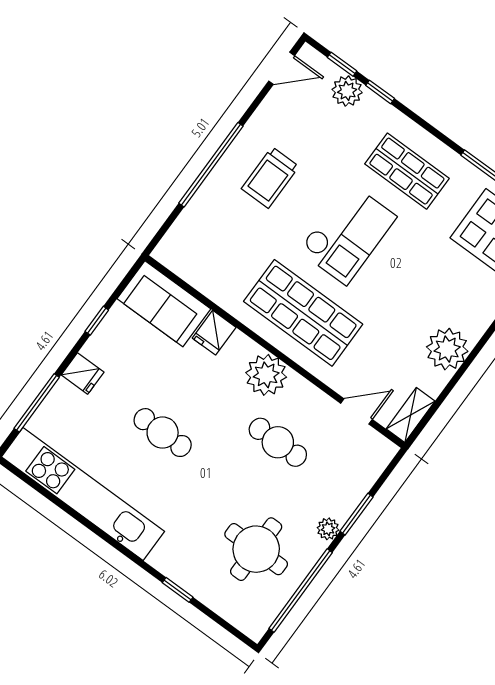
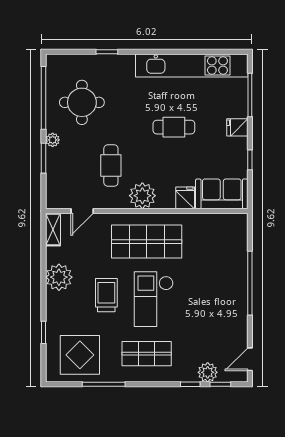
trolley: (270, 178) -> (106, 295), moved
cafe table: (278, 442) -> (111, 166), turned 90

